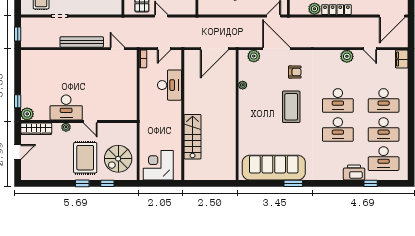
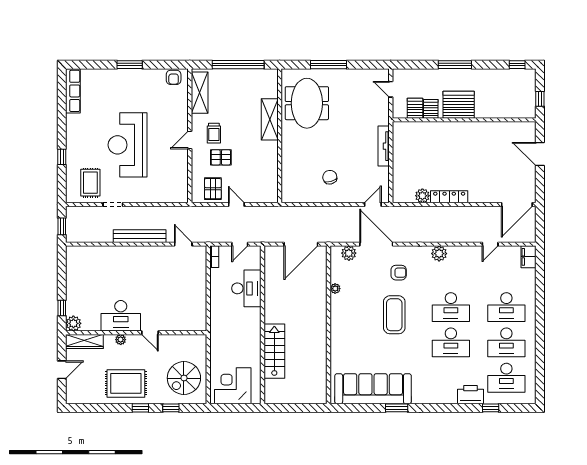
door: (370, 49) -> (490, 244), hinge flipped
plant: (347, 56) -> (439, 254), moved
rug: (85, 158) -> (126, 383), moved, turned 90

